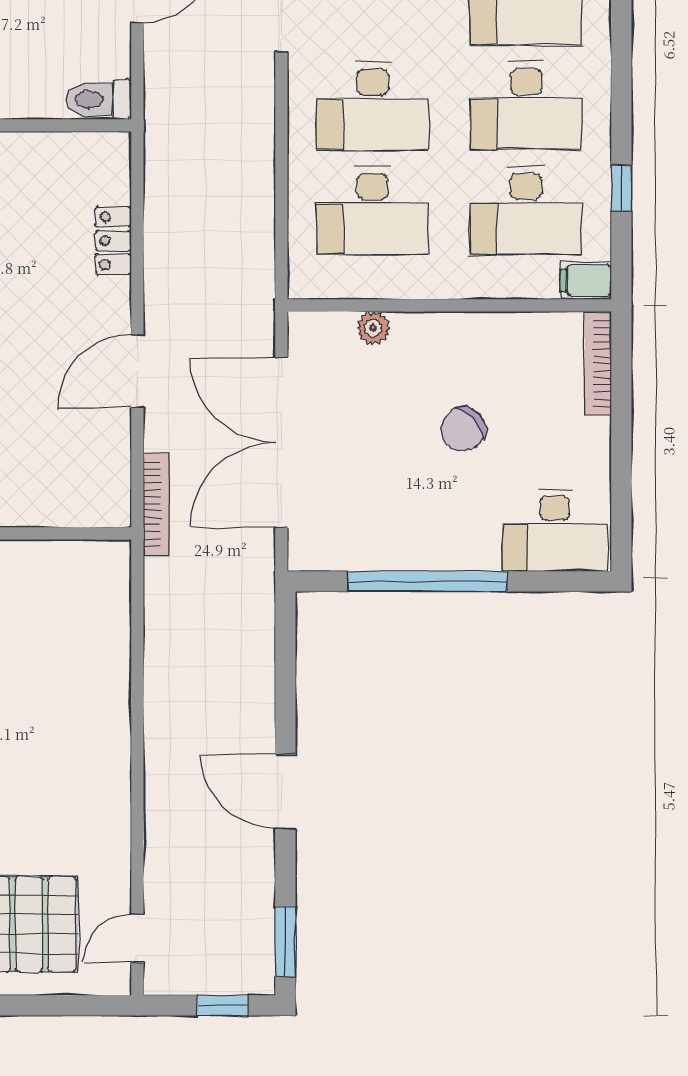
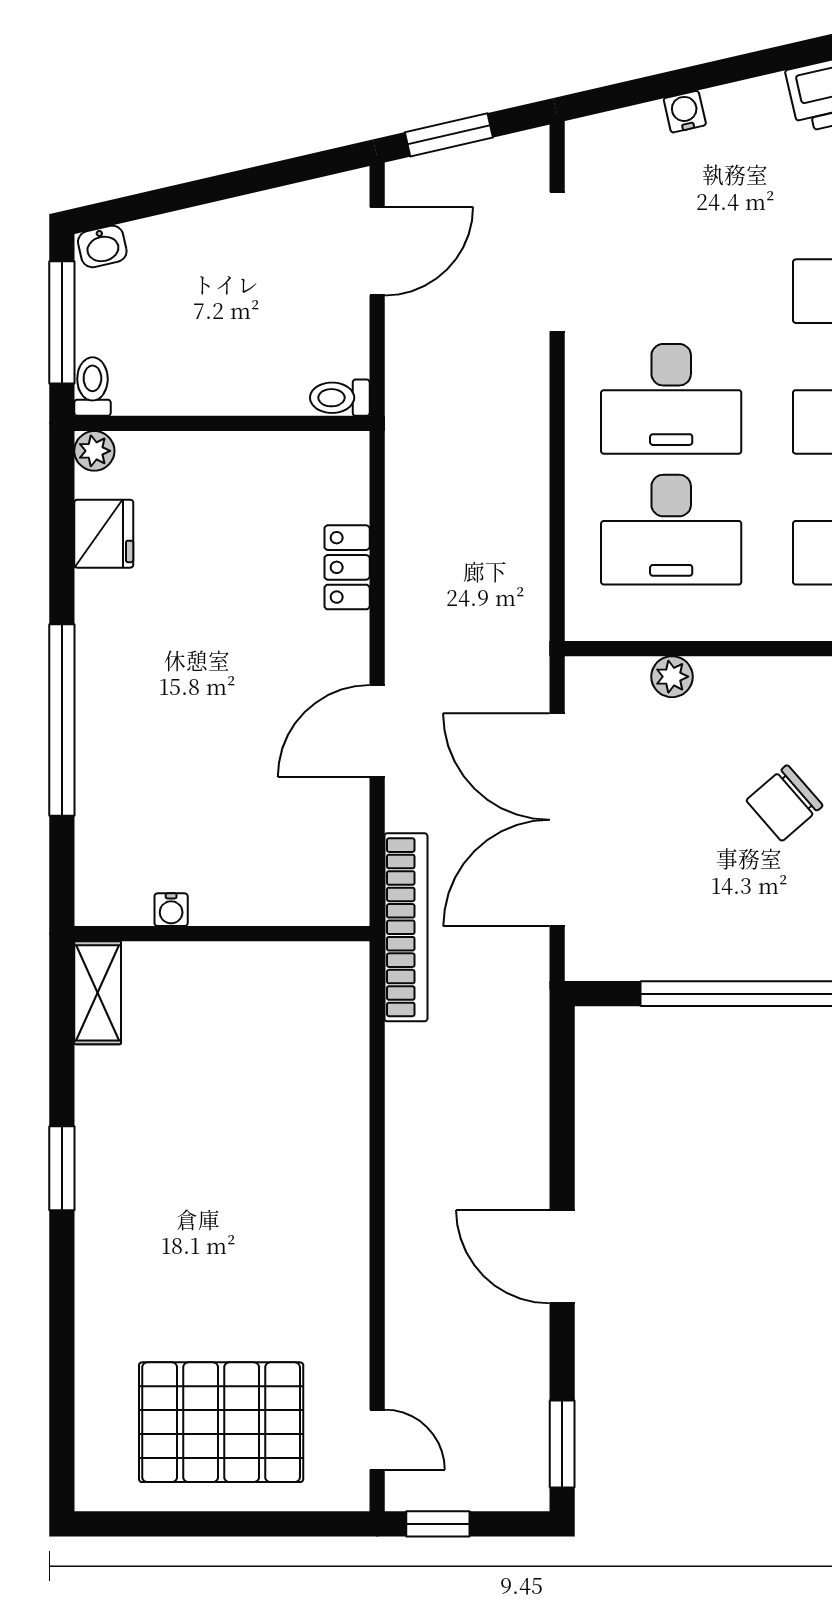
toilet: (98, 99) -> (340, 398), width x0.73, depth x0.72
bookcase: (156, 504) -> (406, 927), width x1.48, depth x1.31
door: (137, 938) -> (377, 1440), swing flipped
window: (223, 1005) -> (438, 1524), moved

